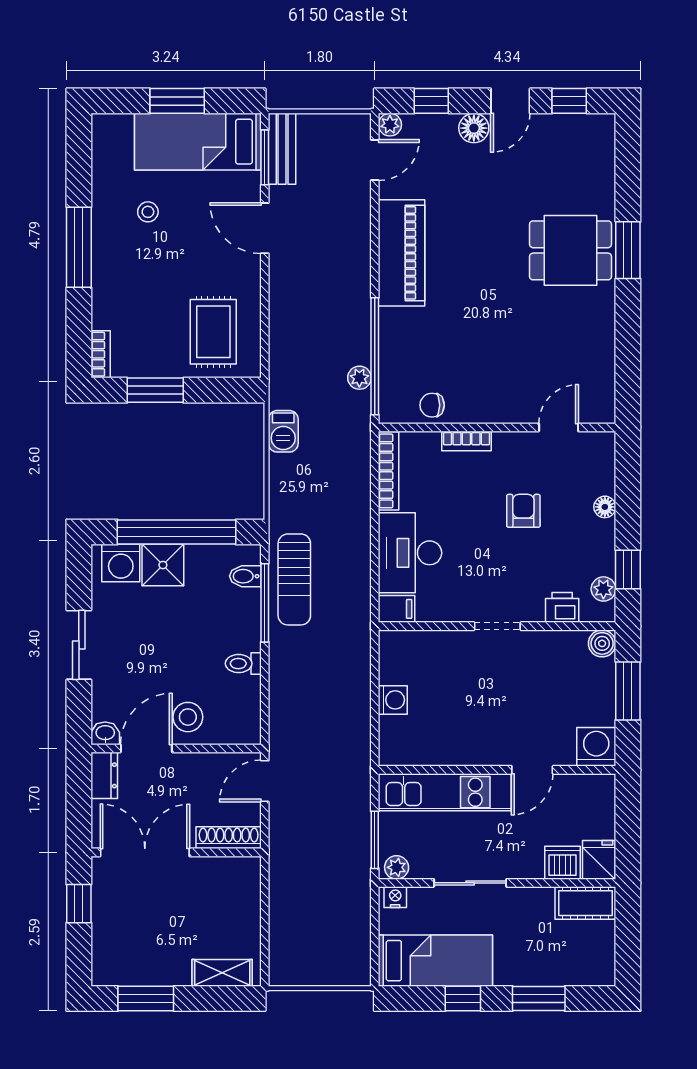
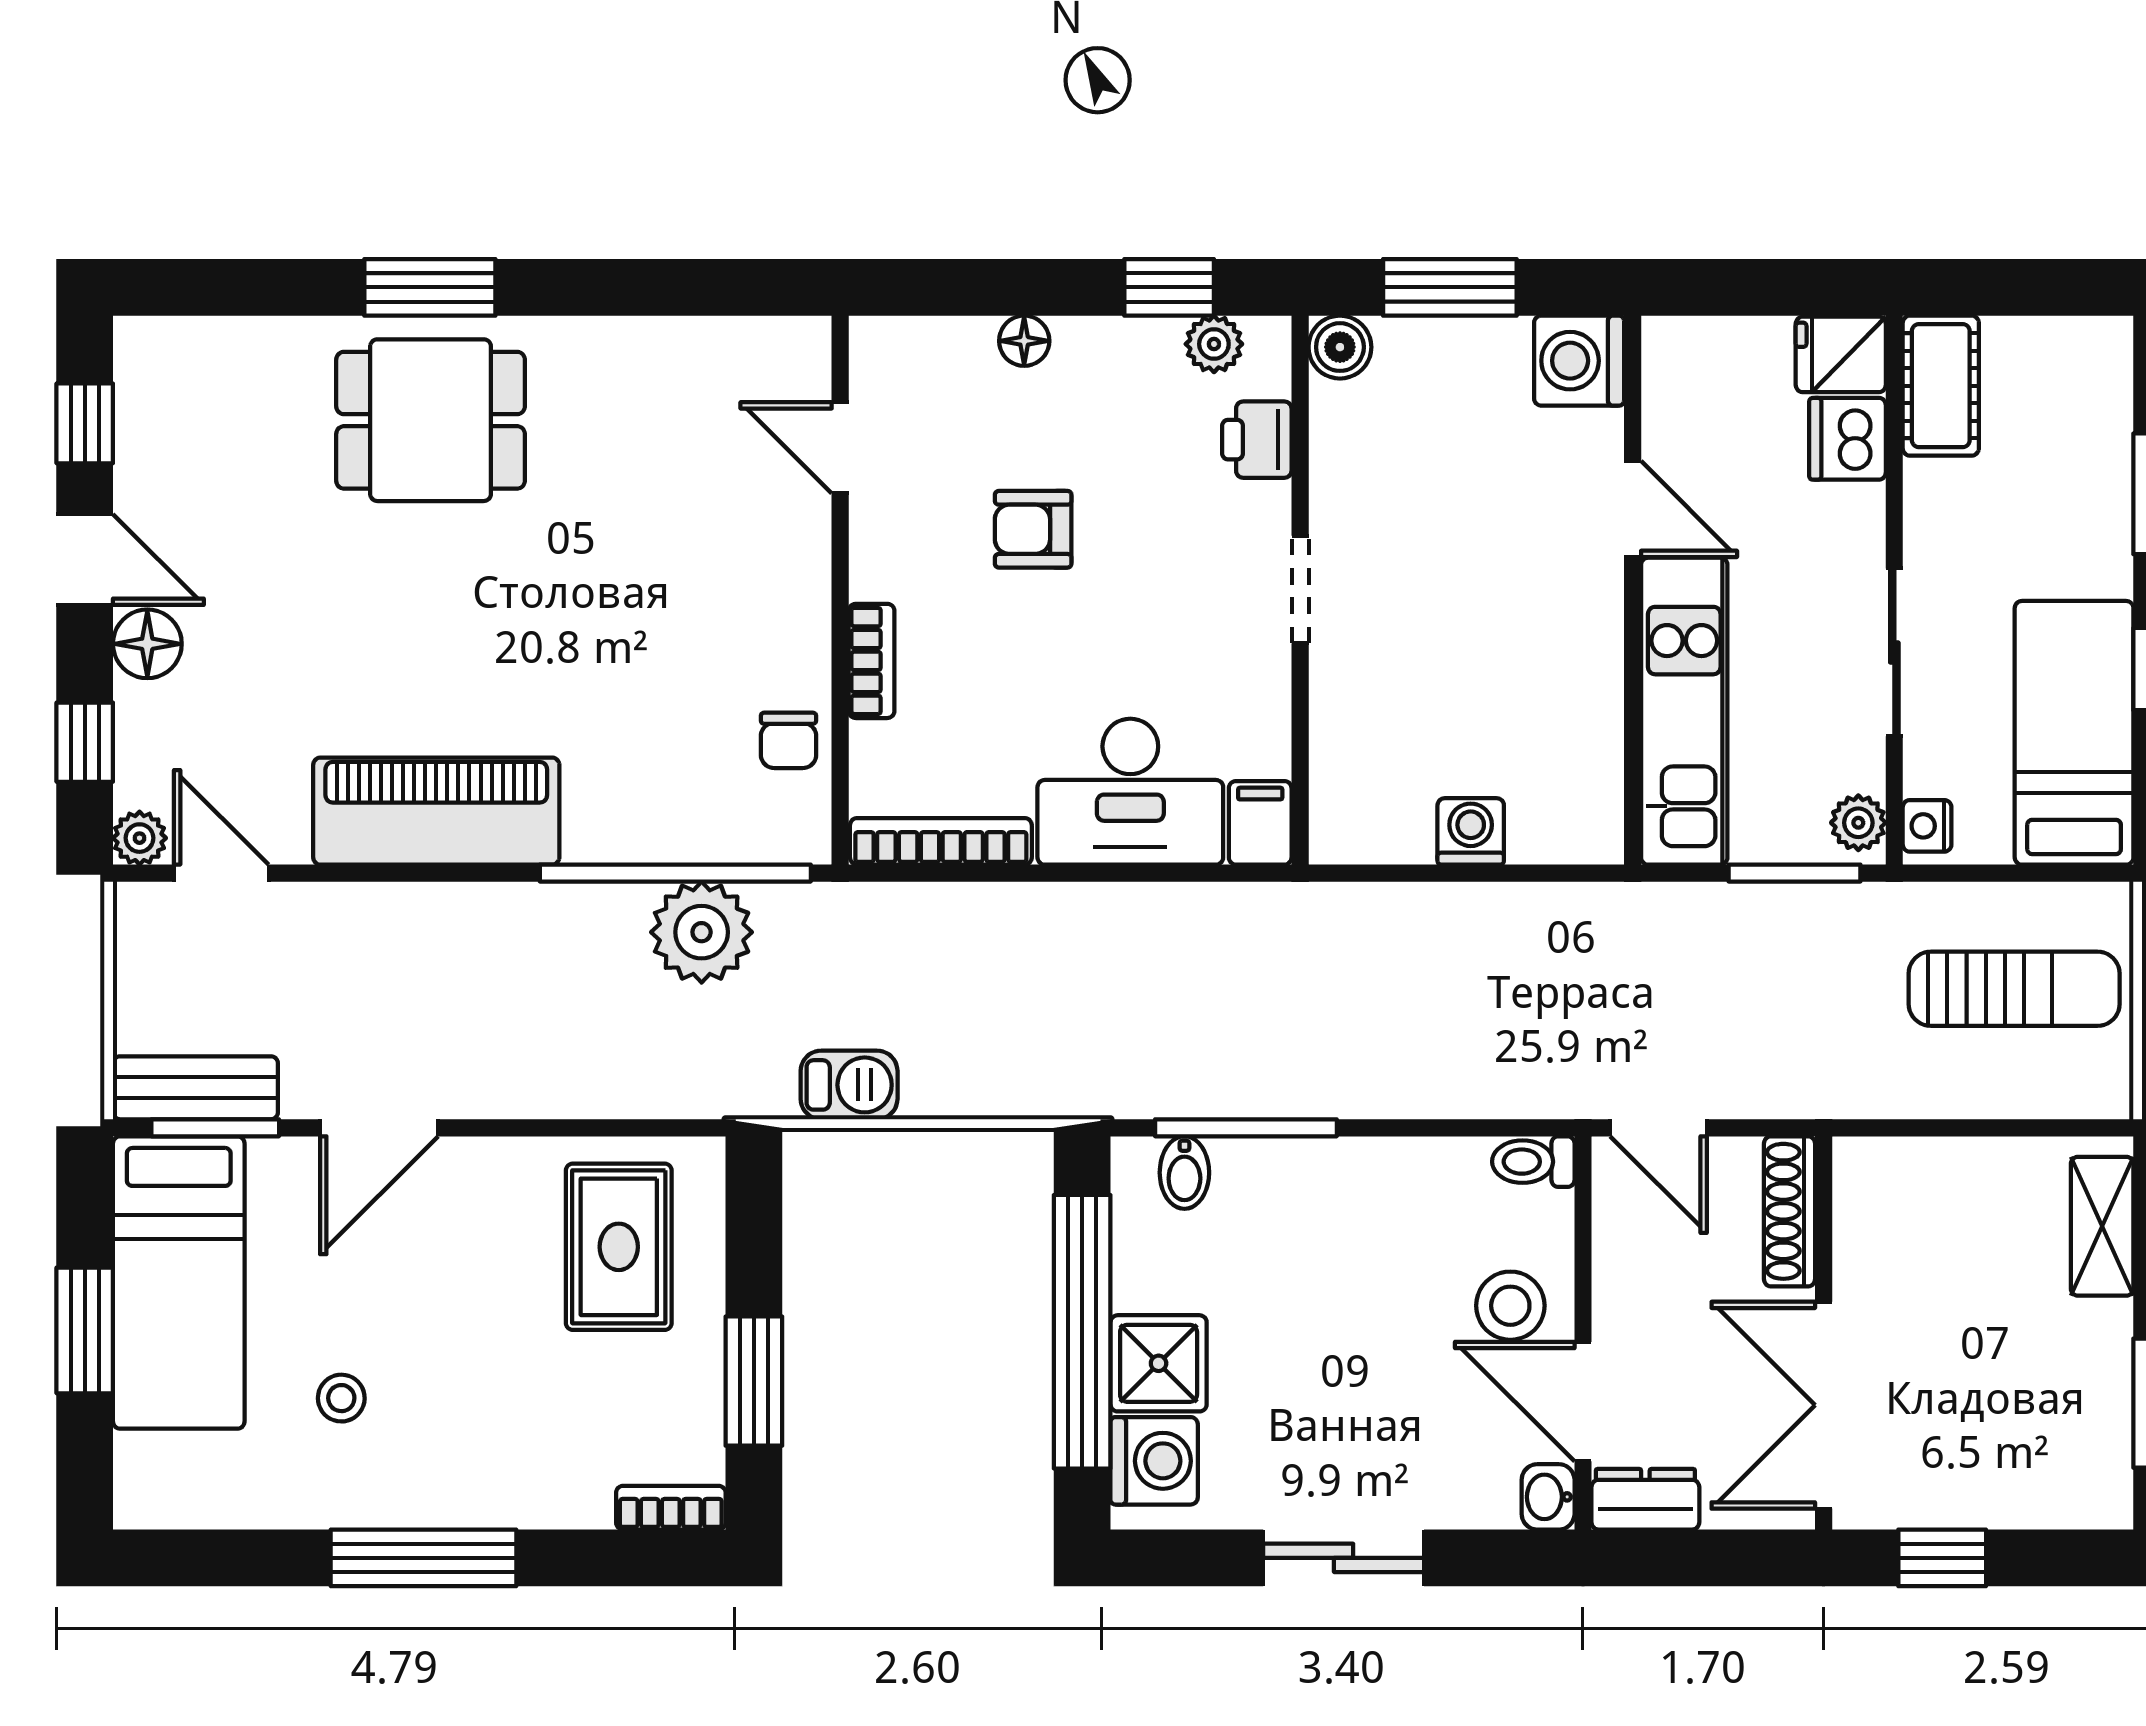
dining table: (571, 250) -> (431, 420), turned 90
rug: (213, 332) -> (619, 1247), turned 90
plant: (359, 378) -> (702, 932), width x1.87, depth x1.87
sun lounger: (294, 579) -> (2014, 989), moved
toilet: (243, 664) -> (1533, 1162), moved, turned 90

